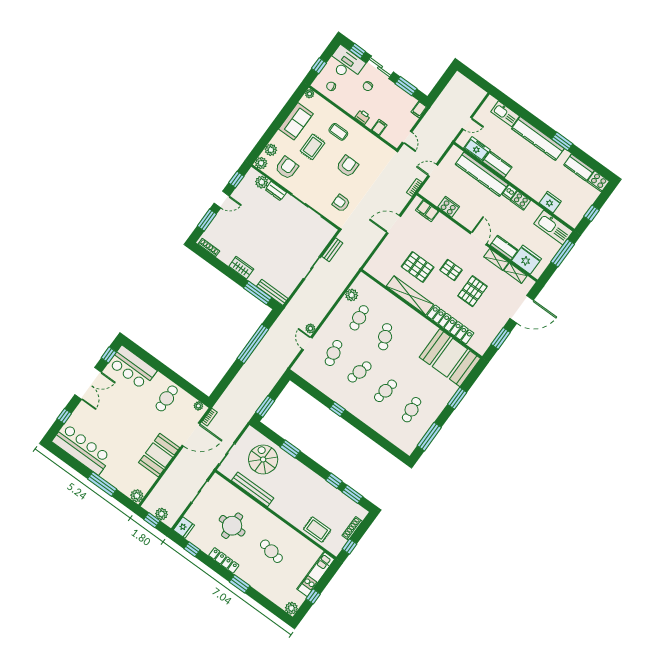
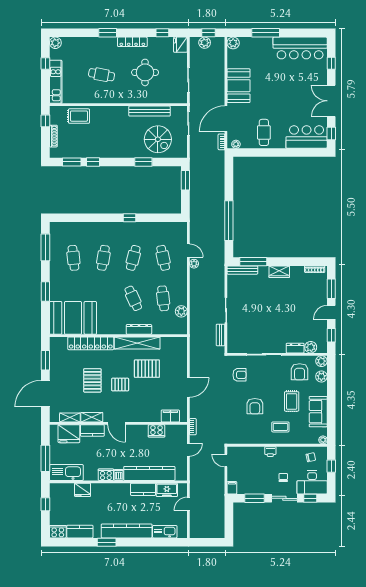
filing cabinet: (379, 127) -> (252, 453), removed
dresser: (400, 306) -> (139, 329), added

